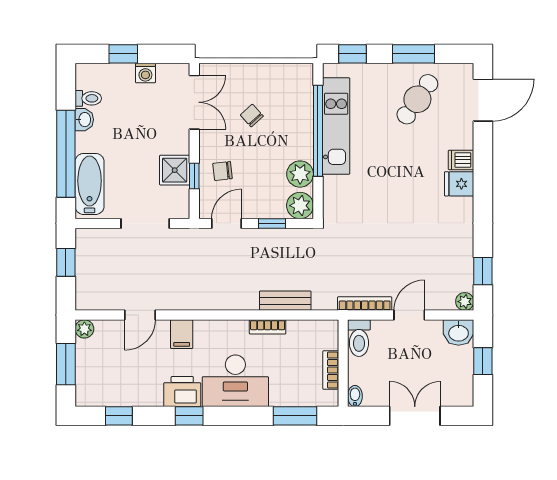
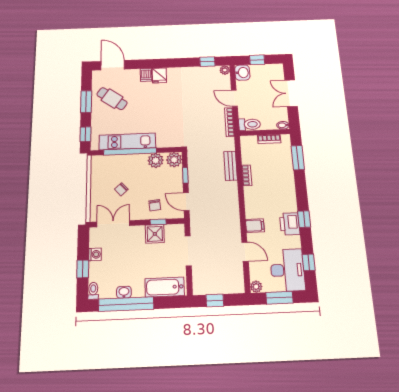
toilet: (88, 98) -> (93, 291), moved
window: (66, 154) -> (126, 304), moved
desk: (235, 381) -> (287, 270), moved

